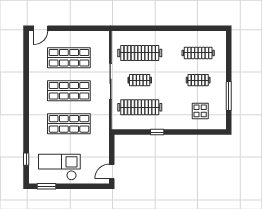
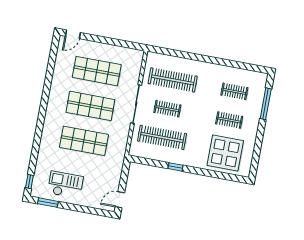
clothes rail: (198, 53) -> (234, 91), width x0.73
window: (229, 96) -> (266, 104), moved
display table: (200, 111) -> (225, 153), width x1.86, depth x1.86
window: (26, 159) -> (29, 182), moved
checkout: (59, 167) -> (65, 185), width x0.73, depth x0.83

